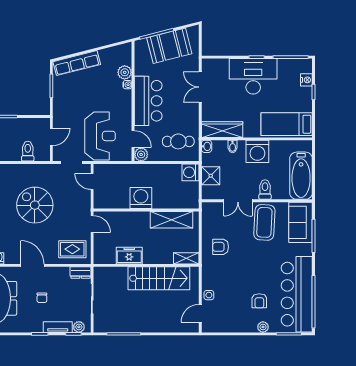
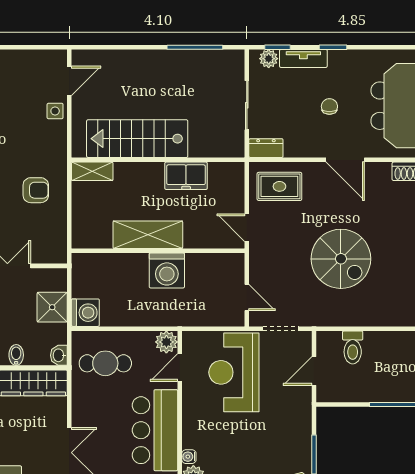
door: (133, 139) -> (180, 368), hinge flipped
shelving: (171, 220) -> (148, 235), moved

